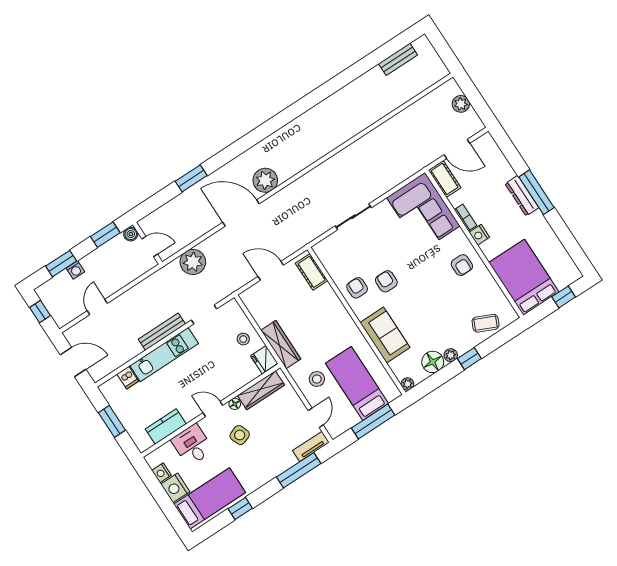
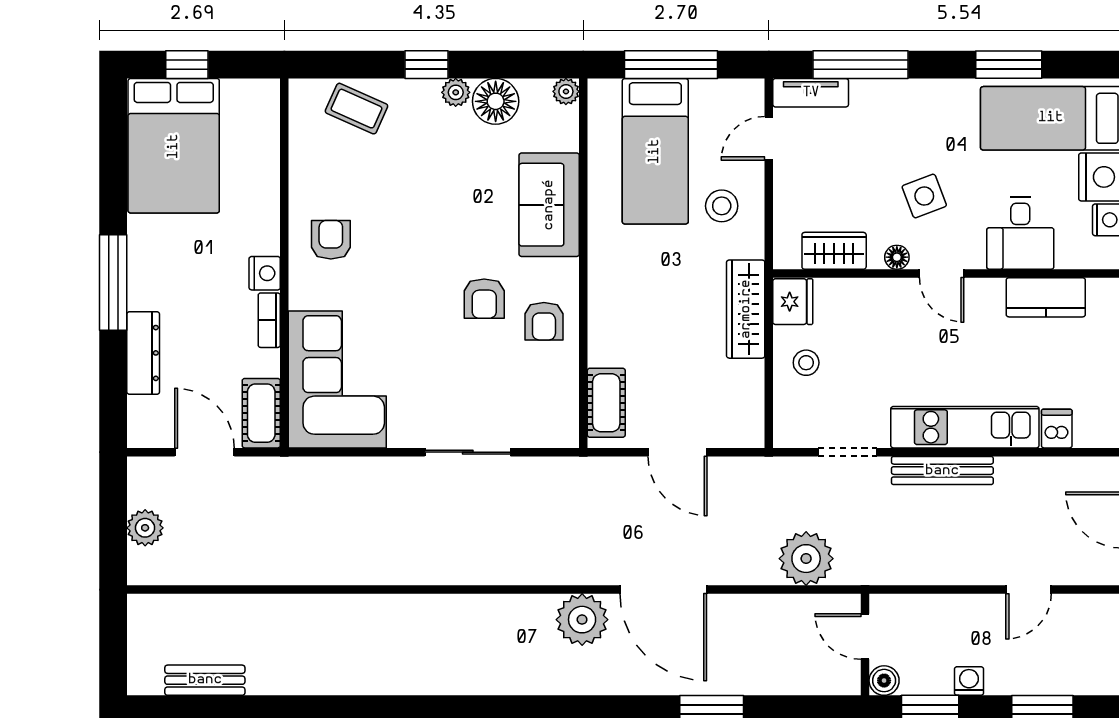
dresser: (522, 196) -> (143, 353), moved
washing machine: (75, 270) -> (969, 681), moved
bed: (524, 277) -> (174, 146), moved
wardrobe: (261, 390) -> (834, 251), width x0.67
window: (240, 508) -> (1009, 65), width x1.50

